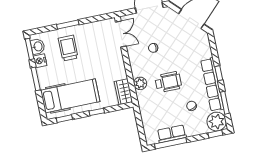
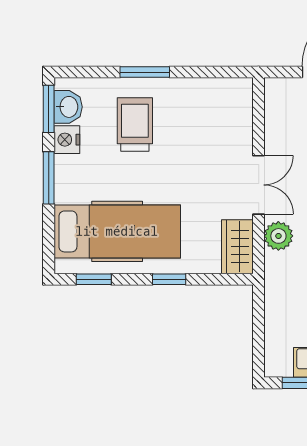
double door: (121, 34) -> (259, 185), moved

